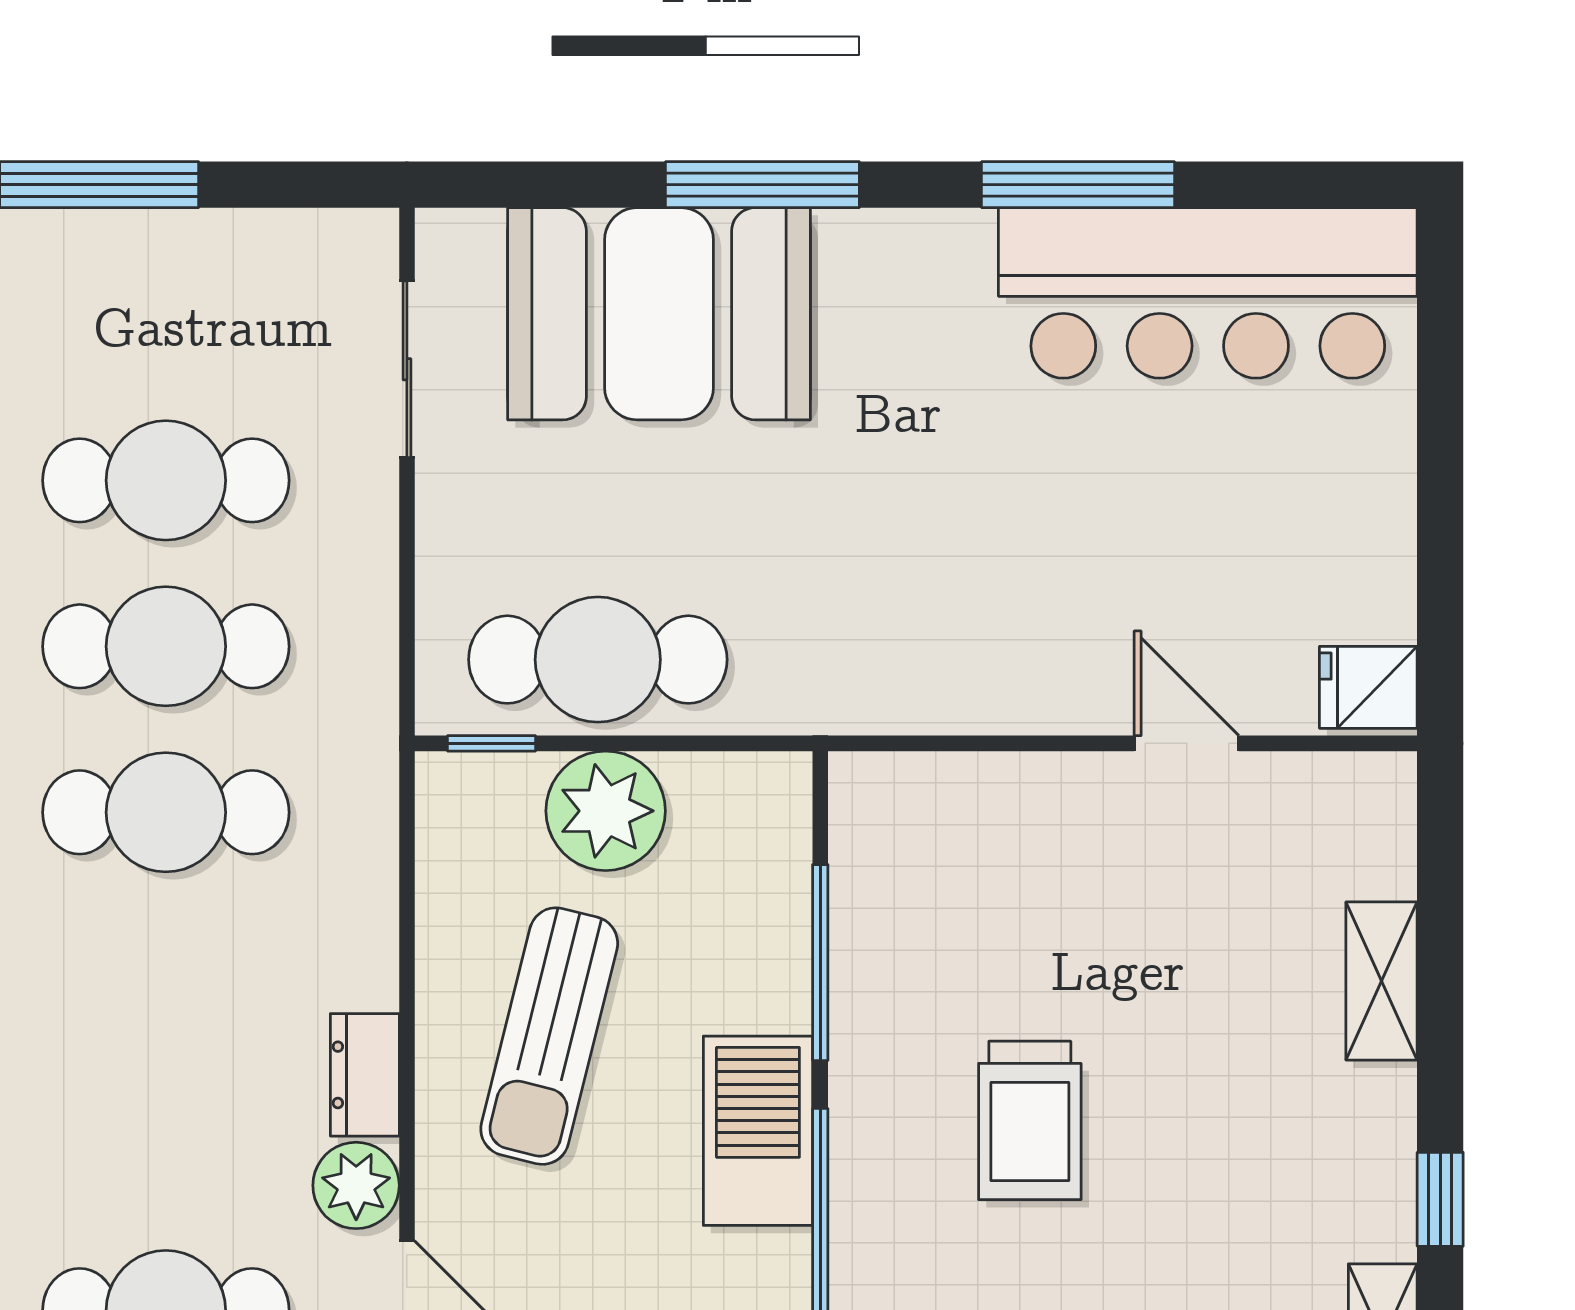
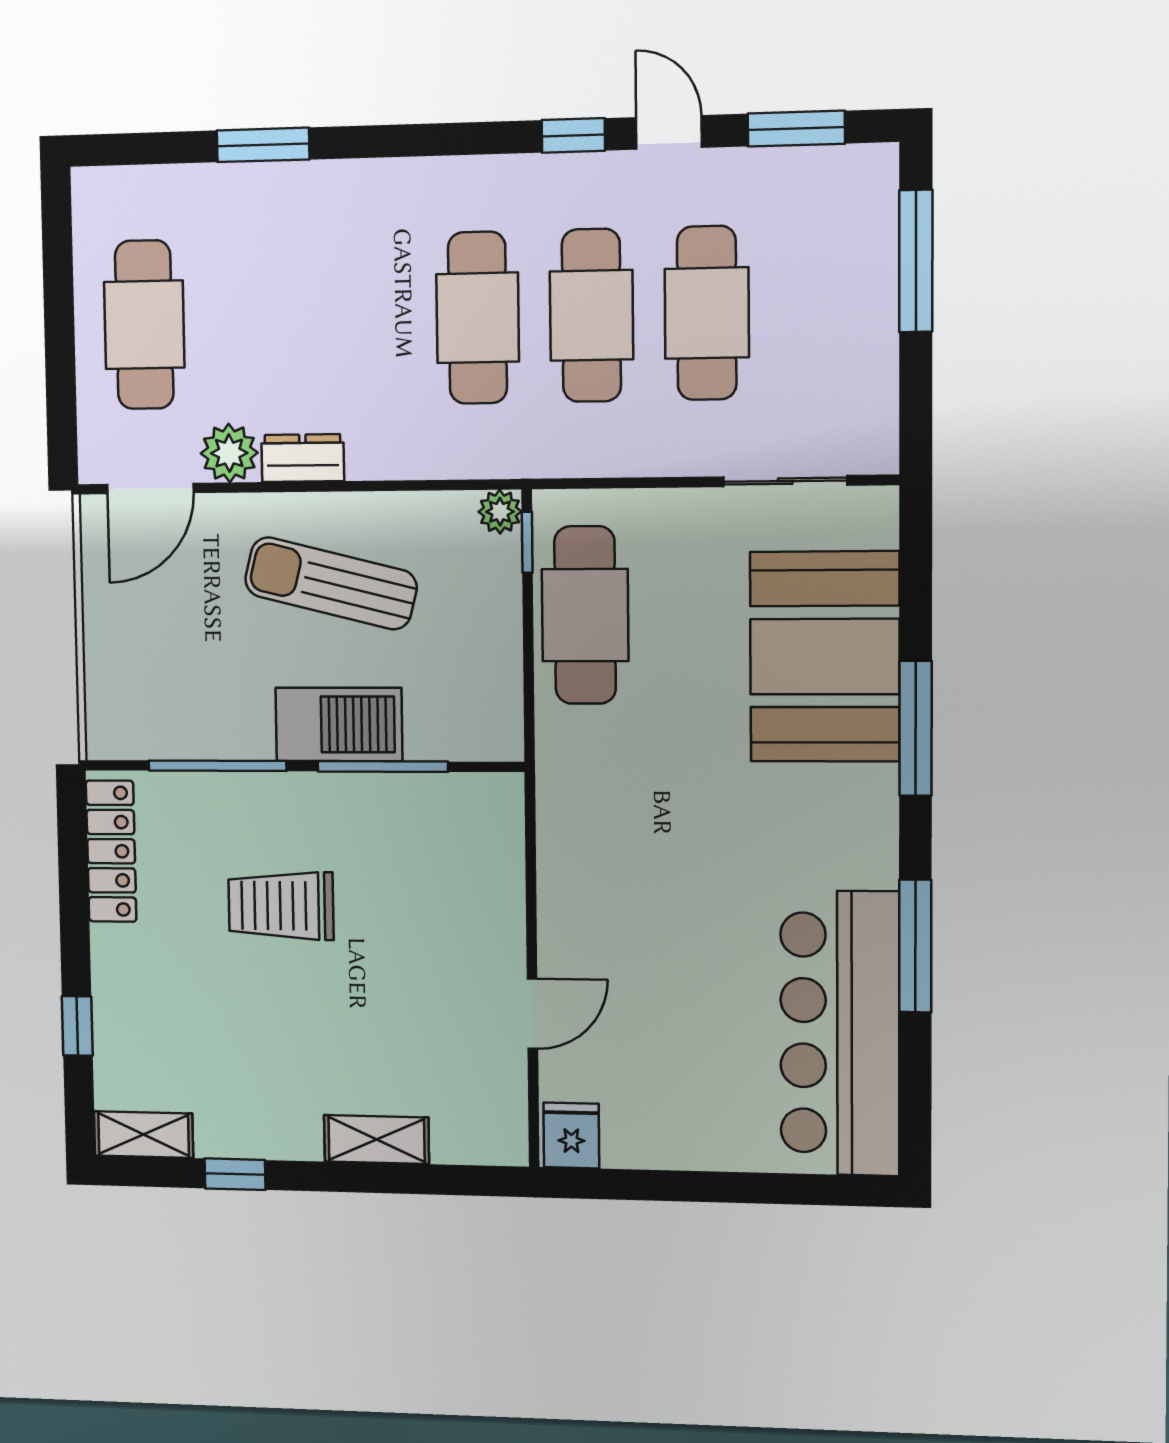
plant: (606, 811) -> (500, 512), moved, width x0.53, depth x0.53
barbecue: (758, 1131) -> (339, 724), moved

